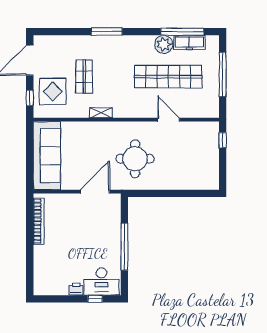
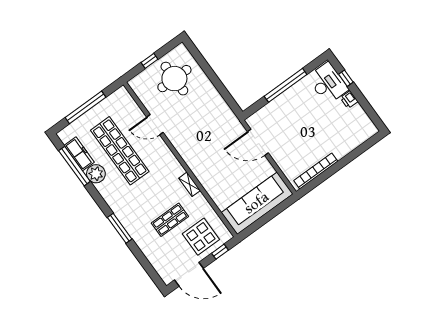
door: (169, 120) -> (155, 125), hinge flipped
window: (223, 140) -> (149, 61), moved
round table: (135, 159) -> (174, 79), moved

